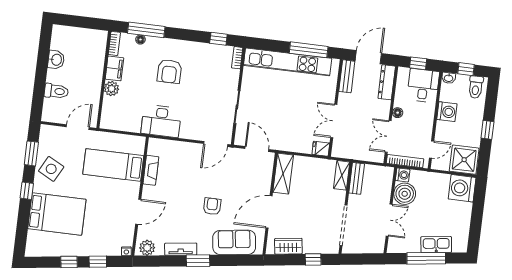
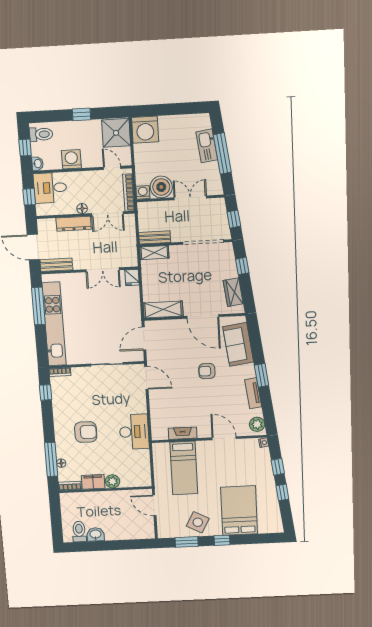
dresser: (387, 82) -> (74, 224), moved
toilet: (56, 91) -> (79, 532), moved
window: (361, 259) -> (234, 219), added

